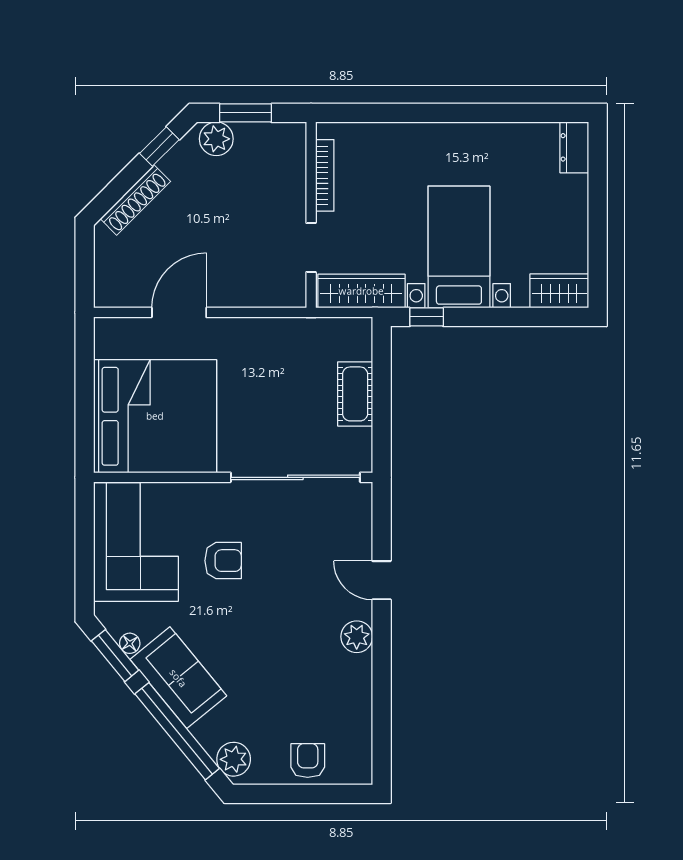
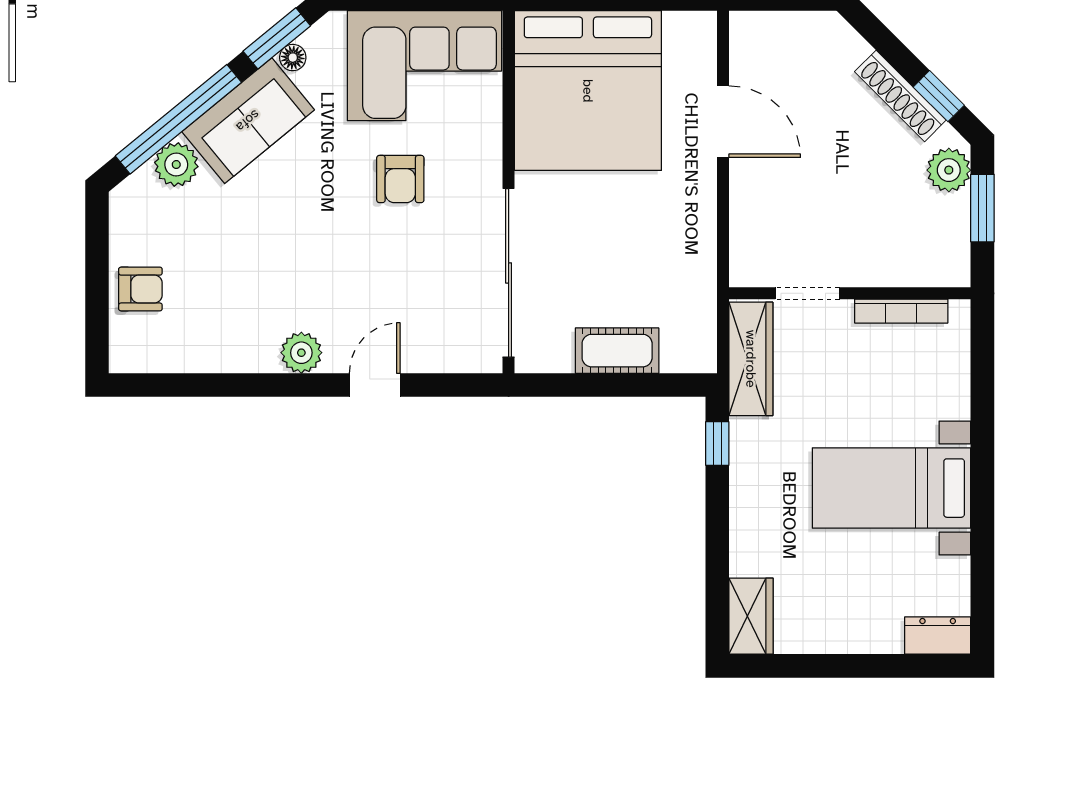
shoe rack: (135, 200) -> (900, 96), moved
bed with nightstands: (459, 247) -> (892, 488), moved, turned 180
plant: (234, 759) -> (176, 165), moved

